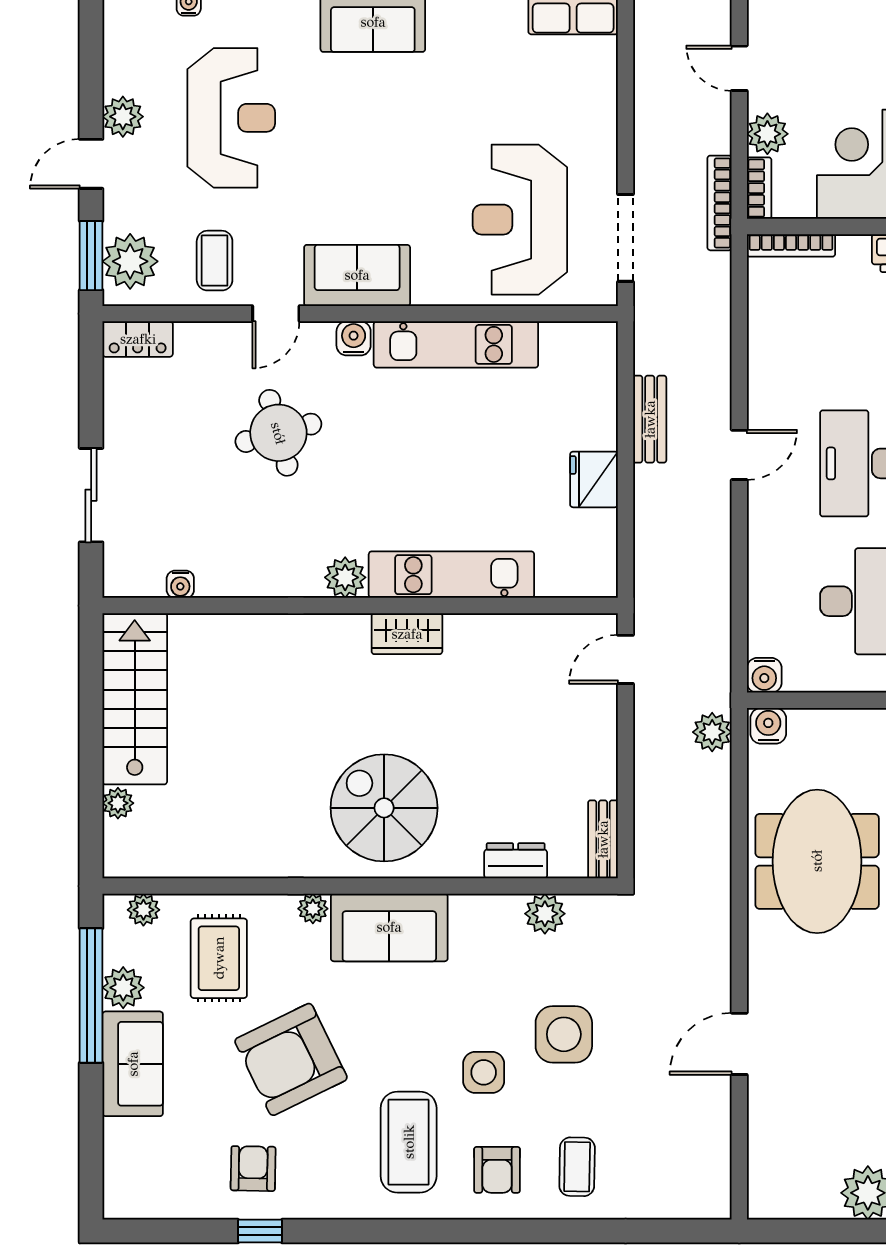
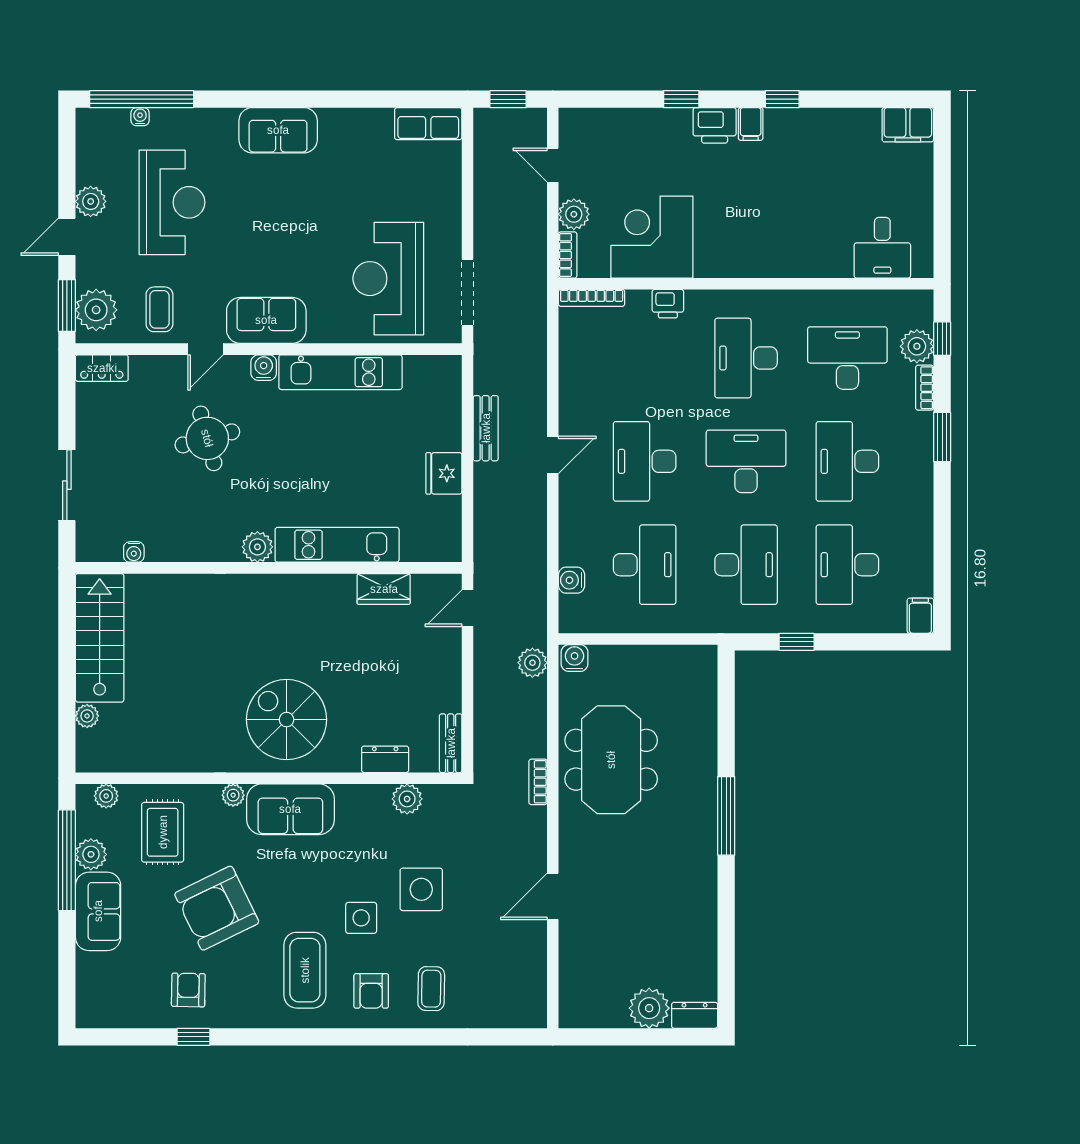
bookcase: (720, 203) -> (538, 782), moved, width x0.64
wardrobe: (407, 634) -> (384, 589), moved
water cooler: (764, 675) -> (572, 580), moved, turned 90

